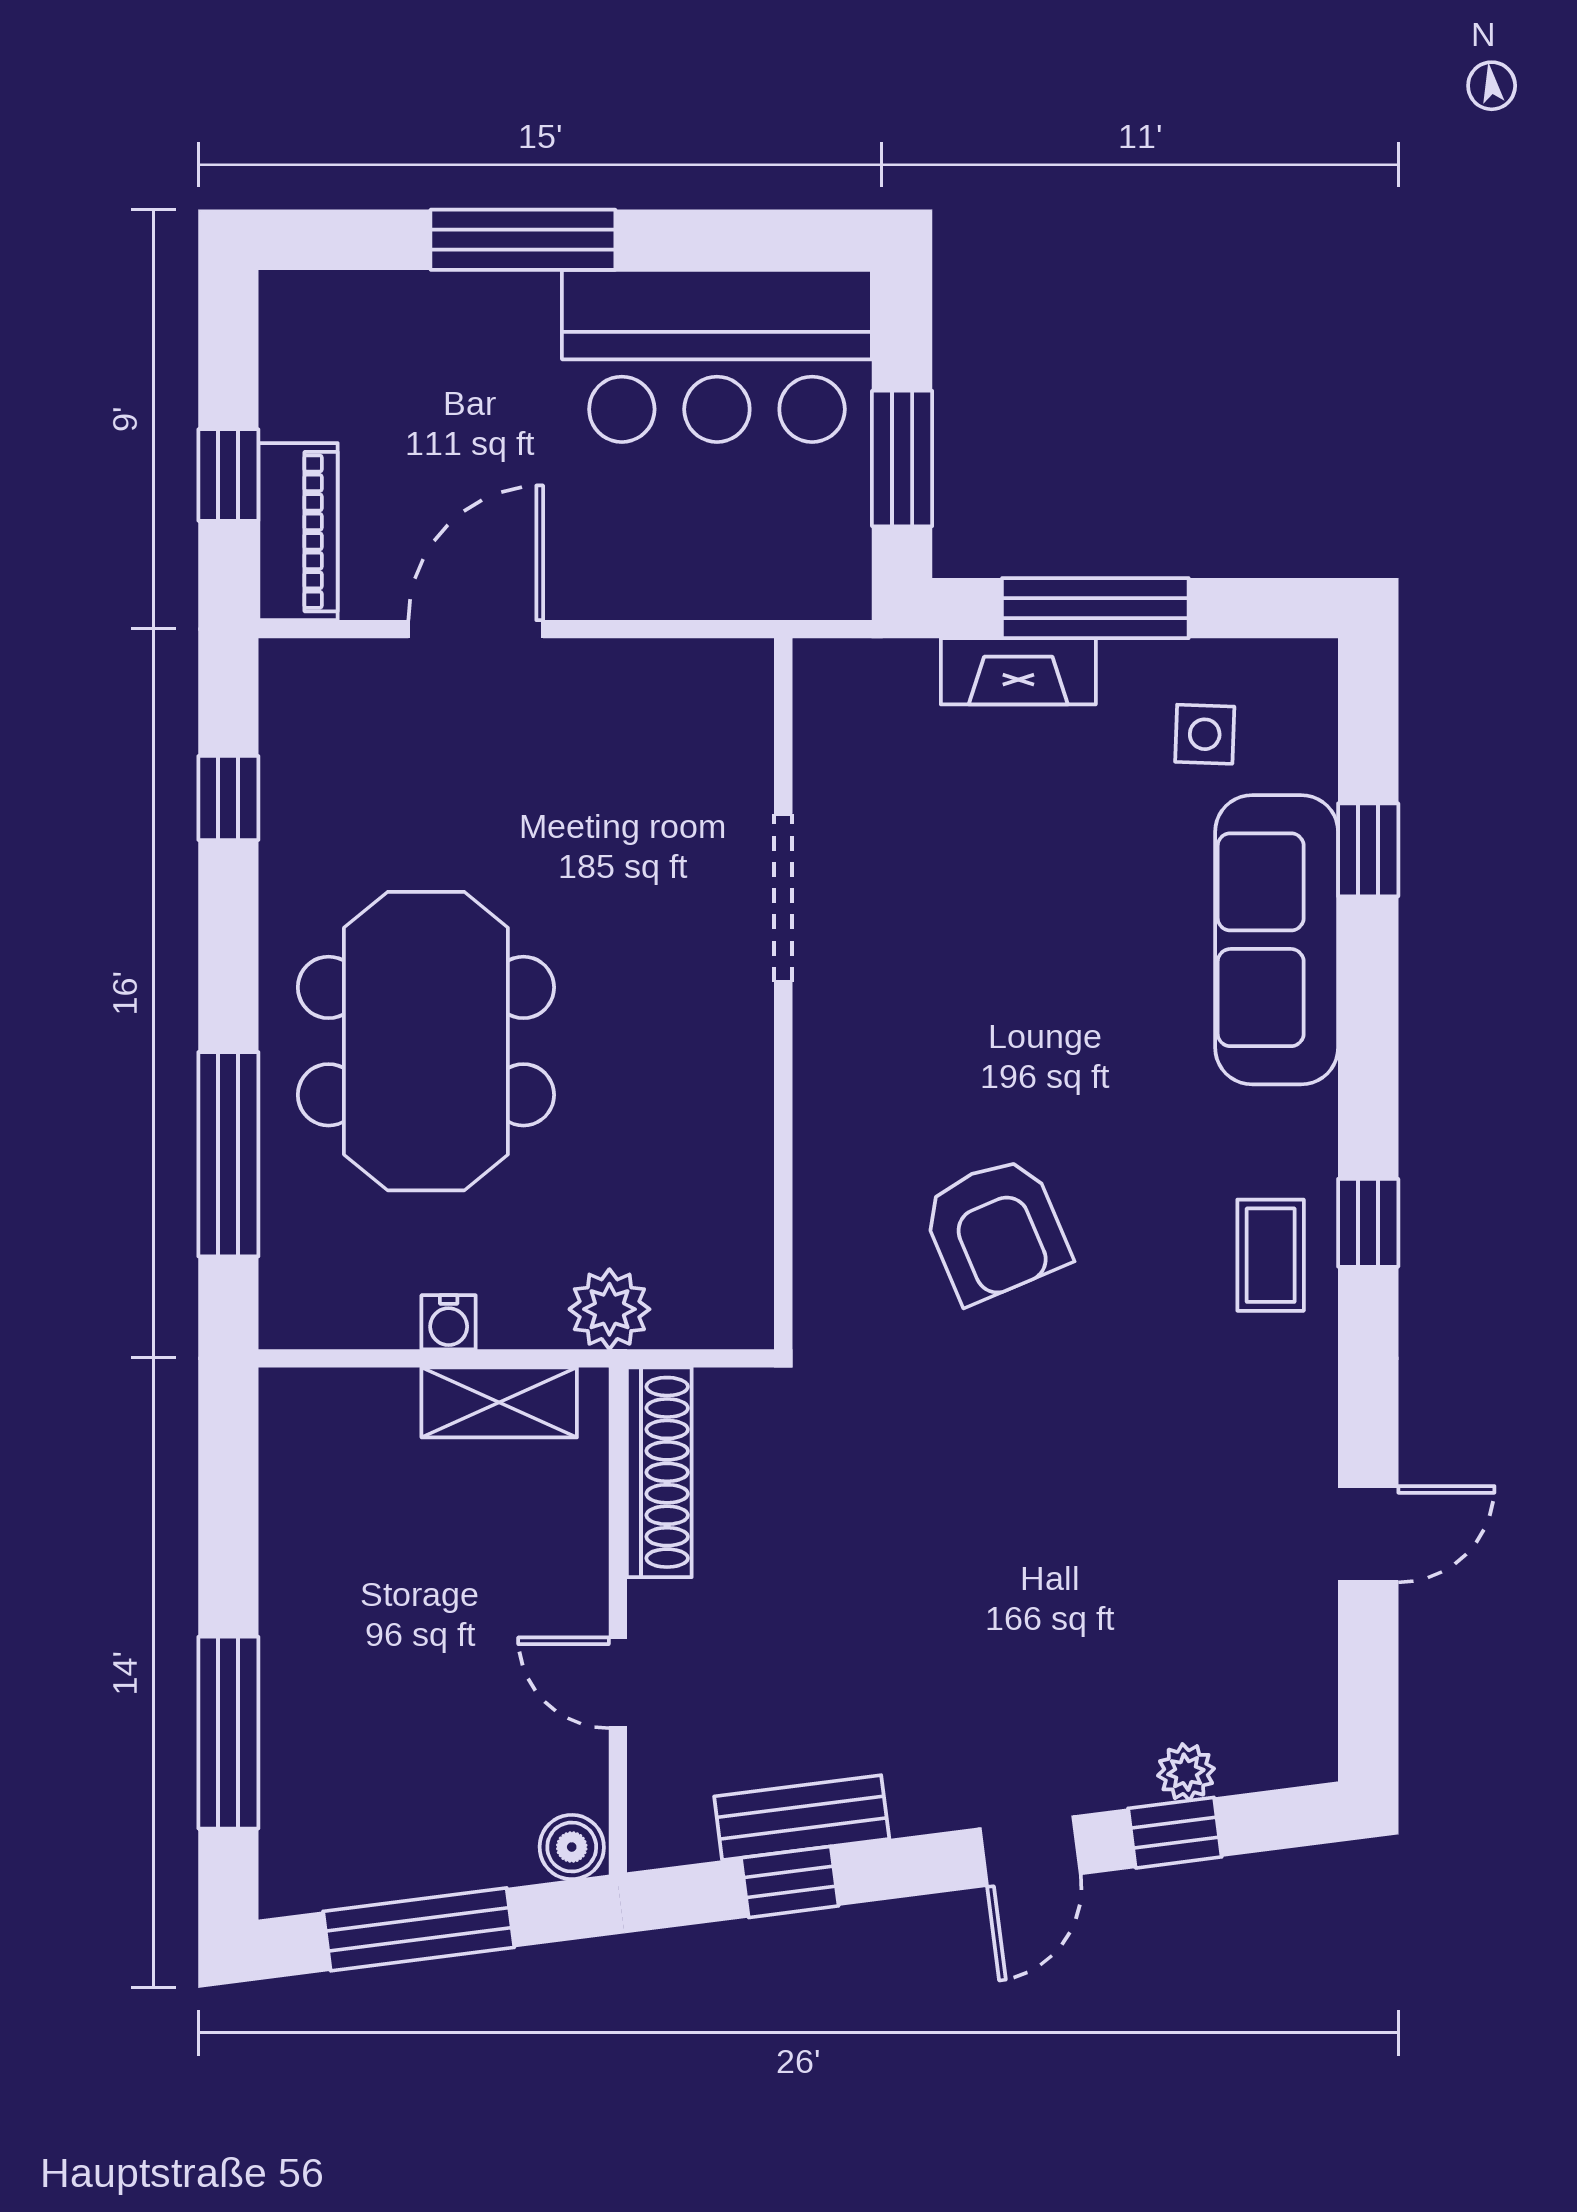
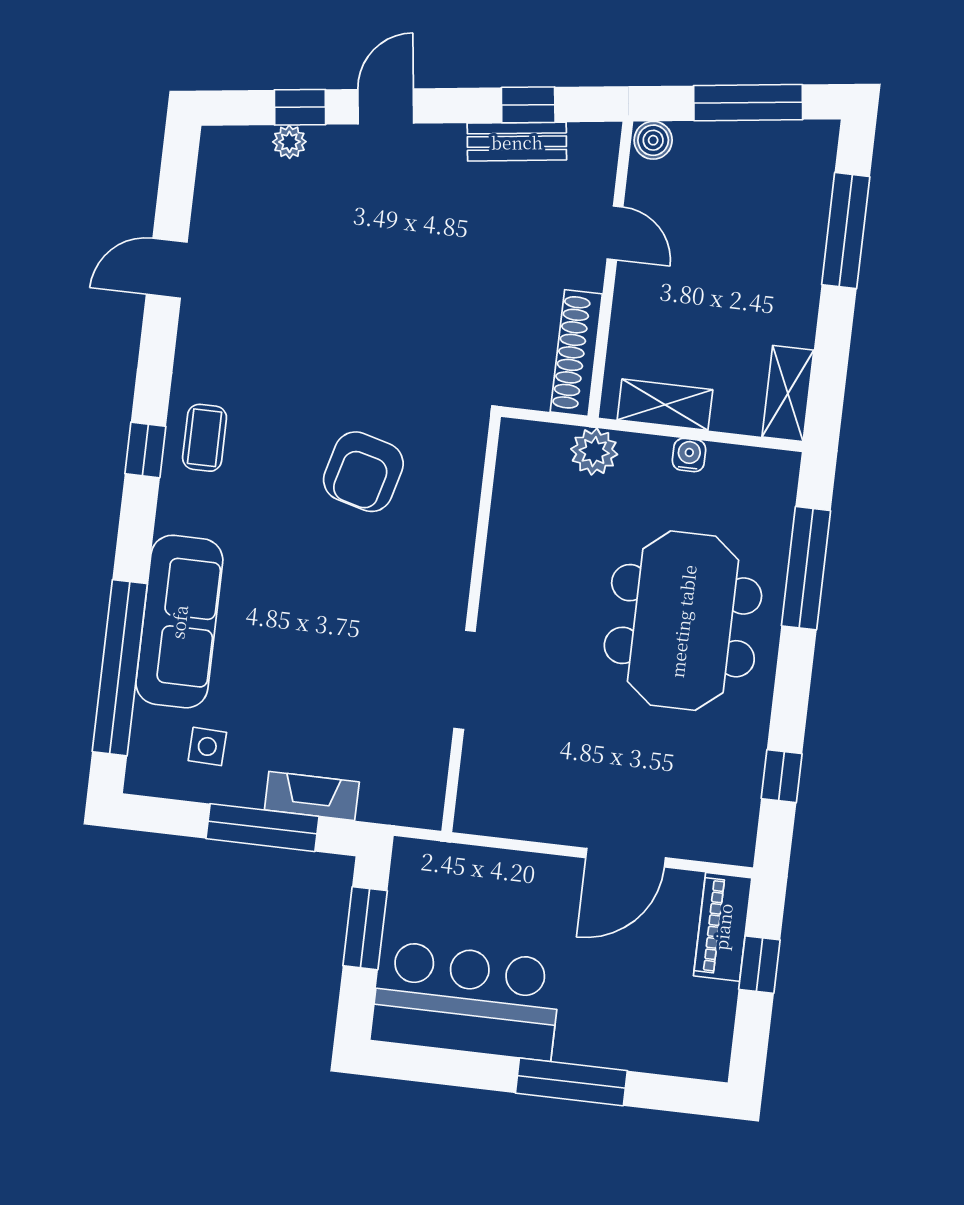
window: (1368, 850) -> (120, 668), width x3.17
armchair: (995, 1229) -> (363, 472), turned -142
shelving: (294, 1446) -> (788, 393), added

